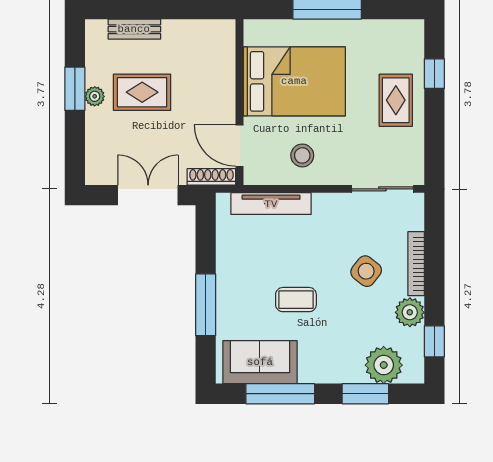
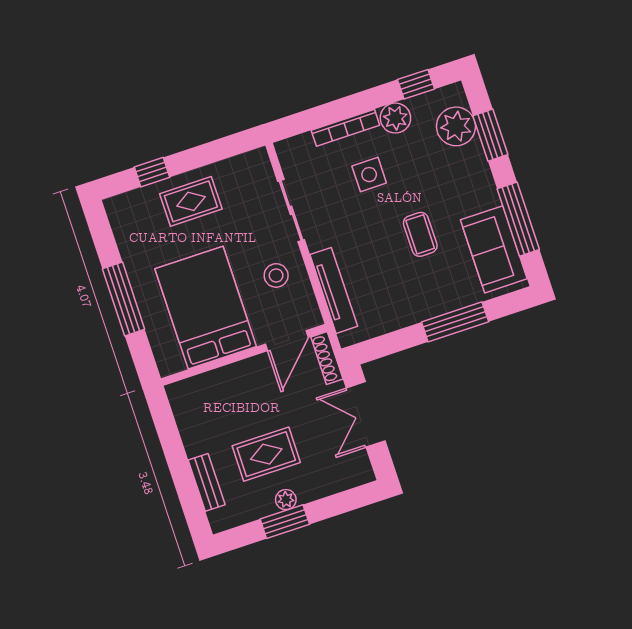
rug: (142, 92) -> (266, 454), turned 90
sliding door: (382, 189) -> (291, 210), moved
side table: (366, 271) -> (369, 175), turned -38

